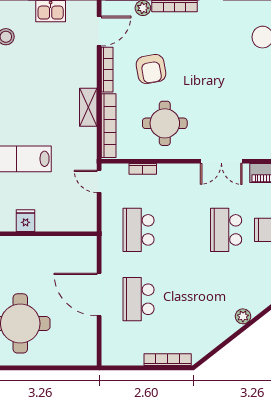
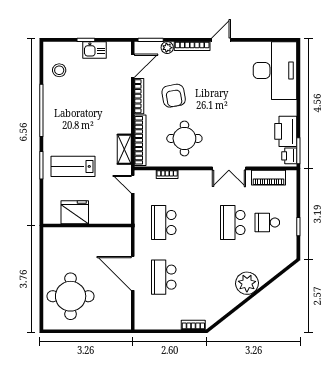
shelving: (88, 107) -> (124, 149), moved
fridge: (26, 221) -> (75, 212), width x1.88, depth x1.34
plant: (243, 316) -> (247, 283), width x1.87, depth x1.87
bookcase: (168, 360) -> (193, 325), width x0.64

